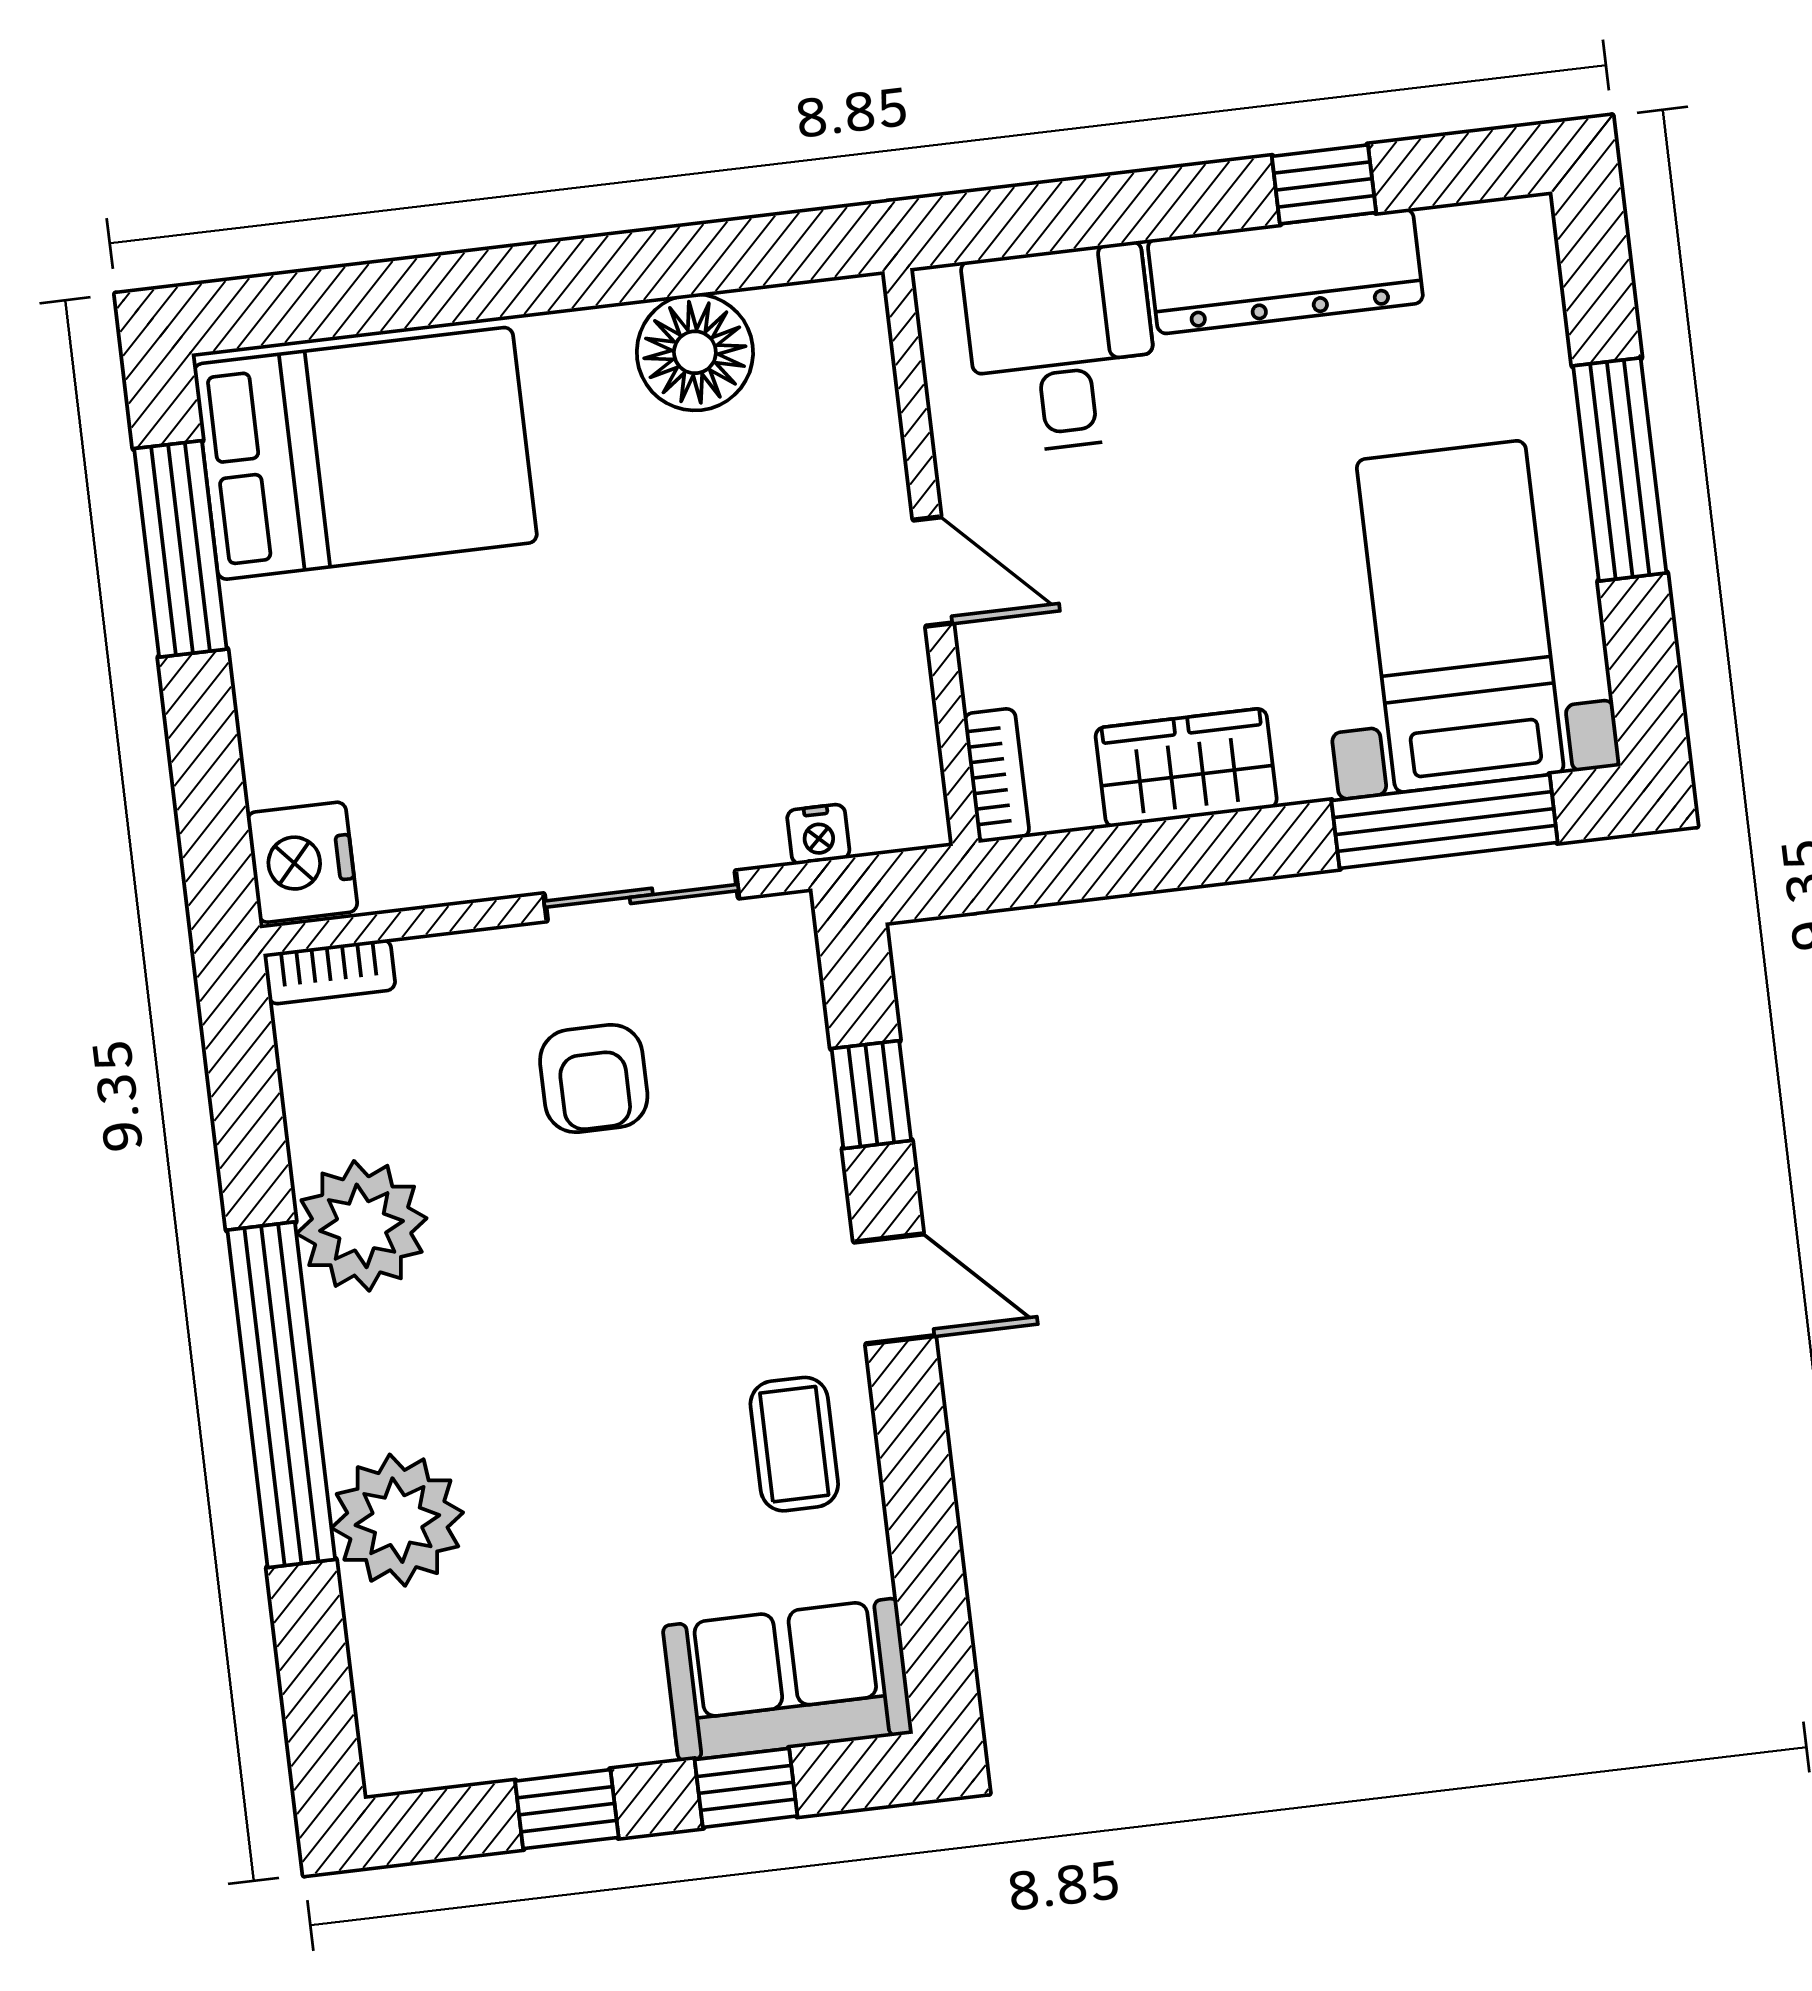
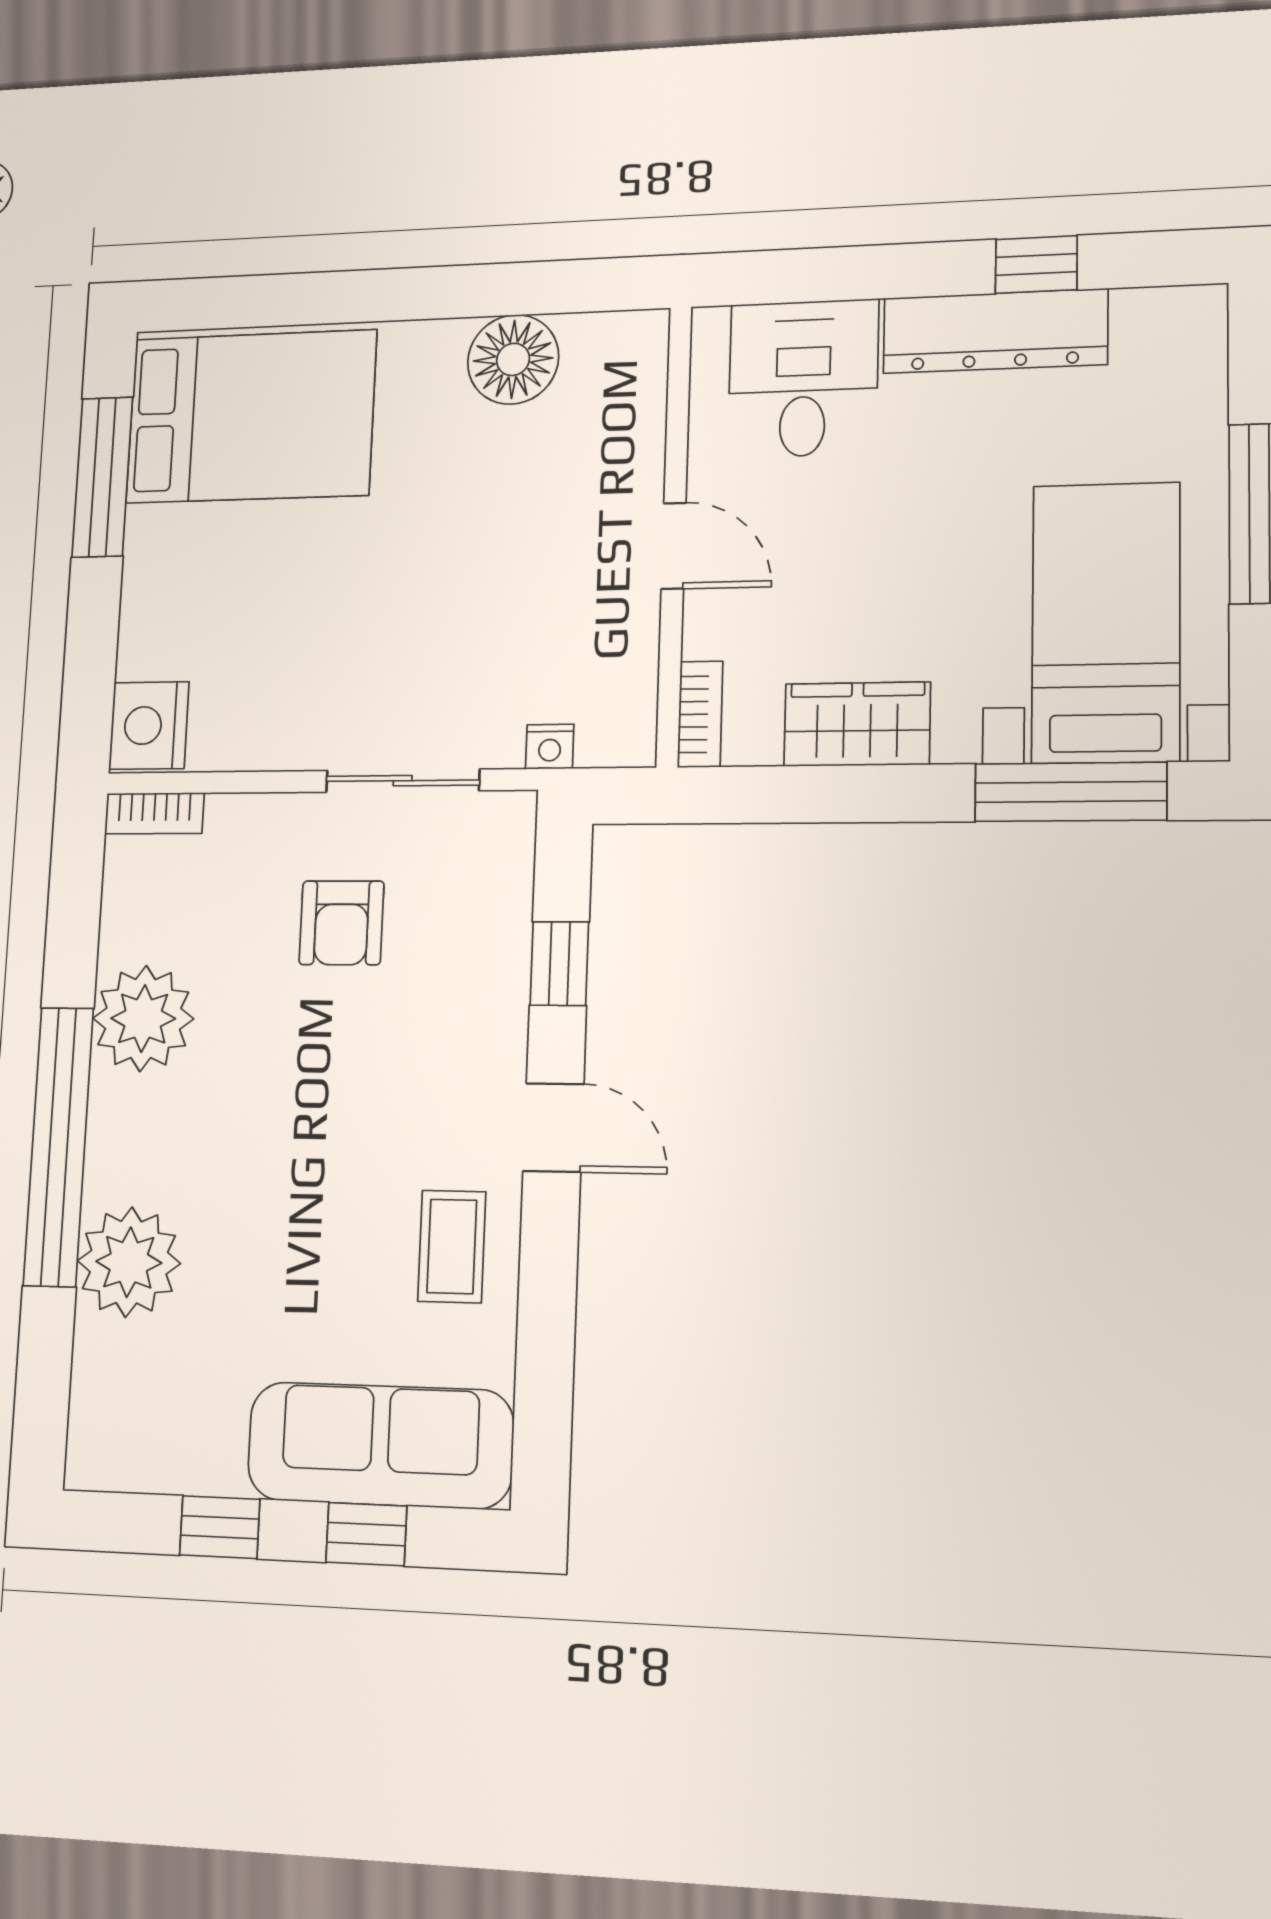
sofa: (788, 1680) -> (380, 1445), width x1.36

